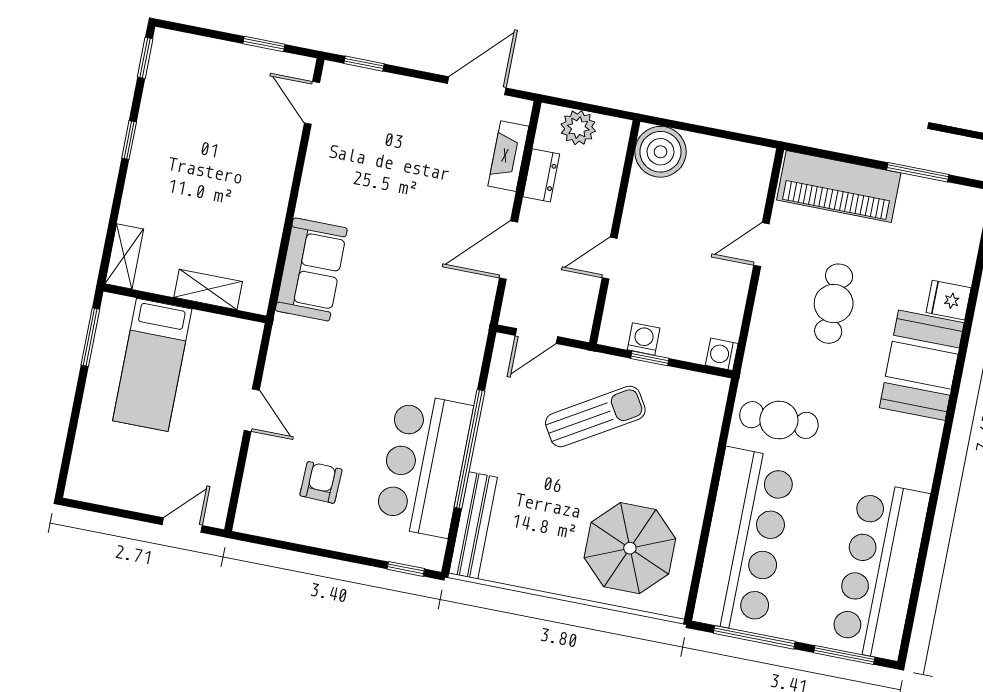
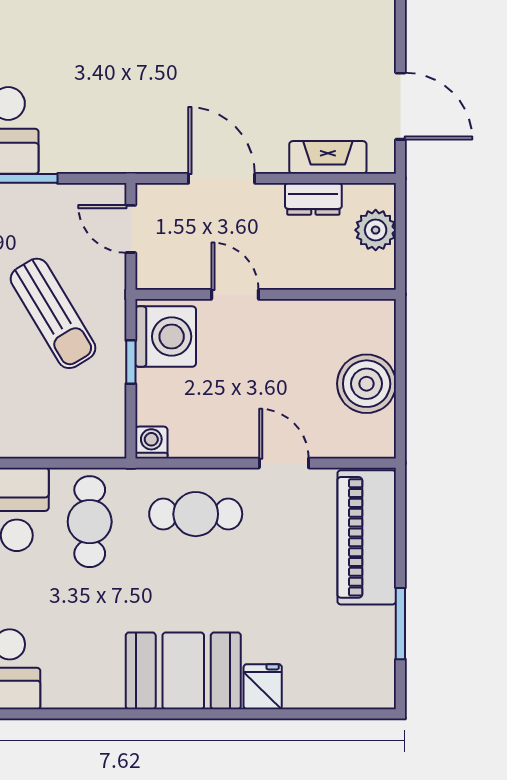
boiler: (660, 152) -> (367, 384), moved
cafe table: (834, 304) -> (196, 514), moved
washing machine: (644, 339) -> (166, 337), width x1.89, depth x1.89

